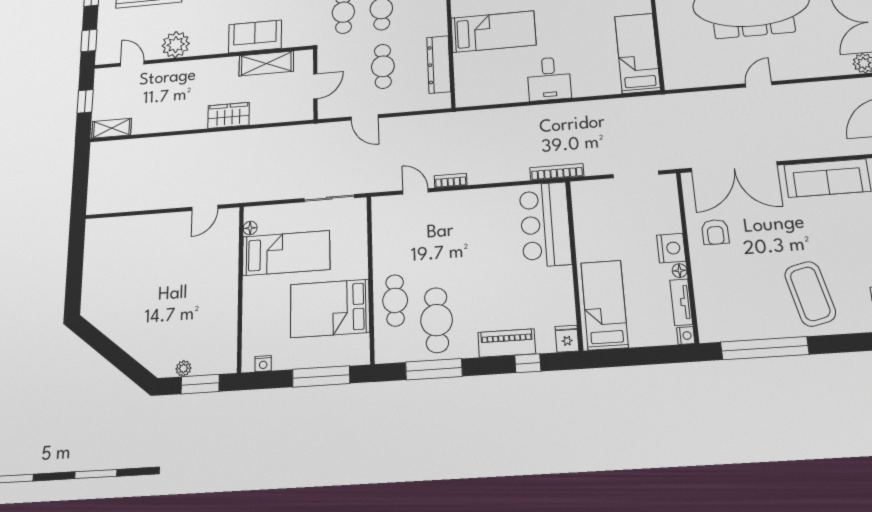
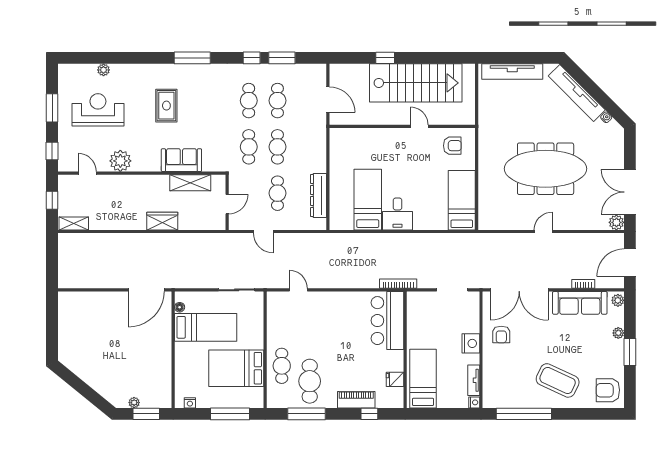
bed: (493, 32) -> (368, 200), moved, turned -90
bookcase: (451, 181) -> (583, 284), moved
door: (205, 208) -> (146, 290), width x1.87
floor lamp: (680, 271) -> (475, 359), removed
coffee table: (810, 294) -> (558, 380), turned -52
fridge: (567, 339) -> (395, 379), moved, turned -90

